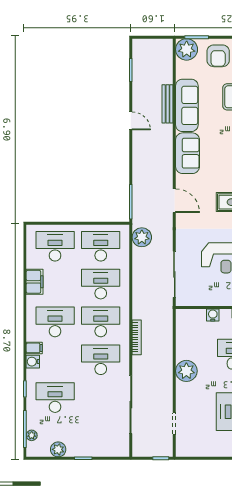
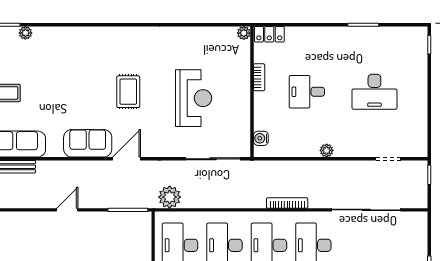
door: (131, 121) -> (67, 210), moved
sofa: (188, 153) -> (88, 143), moved
water cooler: (213, 315) -> (261, 138), moved
plant: (186, 371) -> (327, 150), width x0.53, depth x0.53

